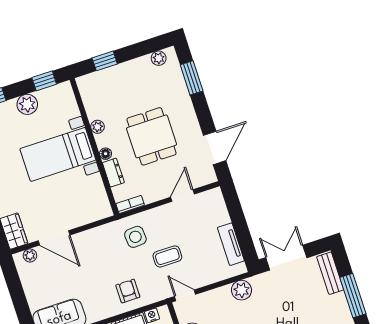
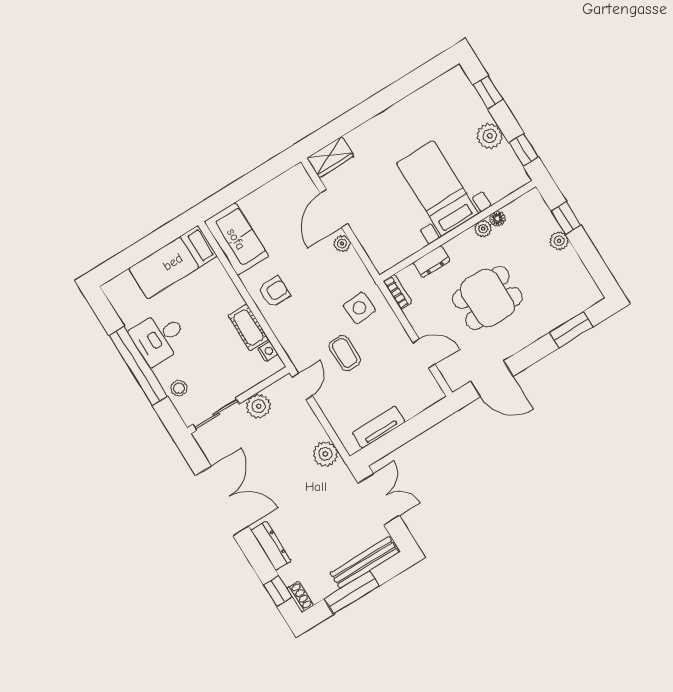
plant: (159, 58) -> (559, 241), moved
floor lamp: (106, 154) -> (498, 219), moved
plant: (30, 255) -> (342, 244), moved
bench: (330, 273) -> (365, 563), width x1.36
armchair: (128, 291) -> (274, 292), moved

